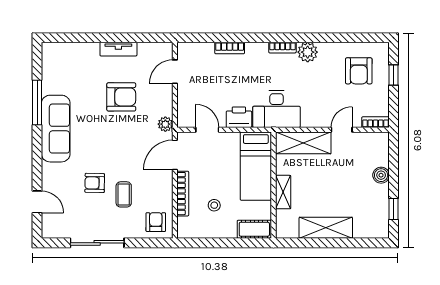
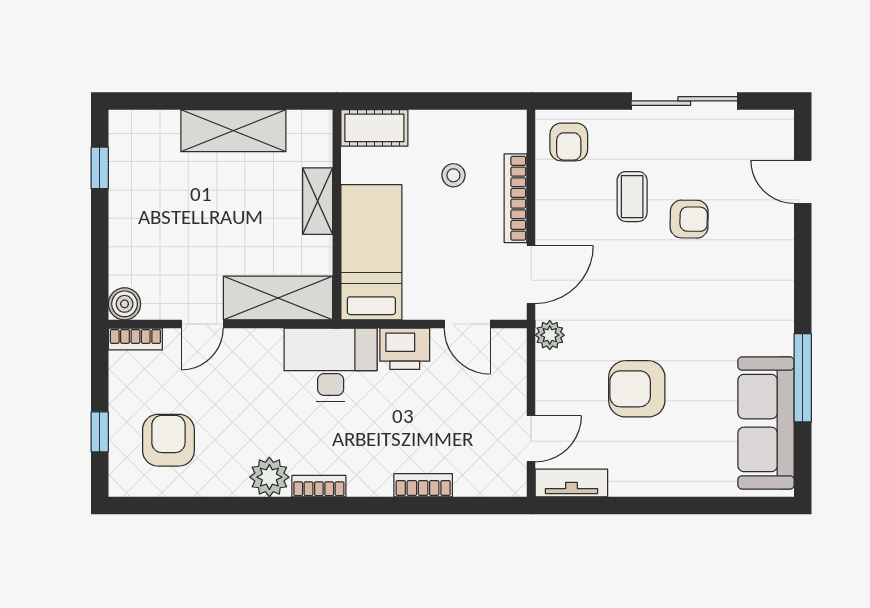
tv unit: (118, 49) -> (571, 483), moved
sofa: (56, 129) -> (766, 423), moved
boiler: (381, 175) -> (125, 304), moved

